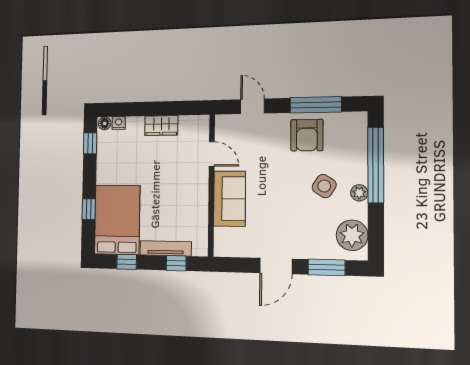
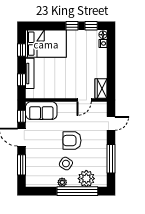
wardrobe: (161, 126) -> (101, 88), moved
armchair: (307, 135) -> (72, 141), moved
sofa: (230, 199) -> (41, 111), moved
window: (89, 209) -> (72, 26), moved
plant: (352, 235) -> (86, 179), moved
window: (239, 265) -> (21, 116), added

